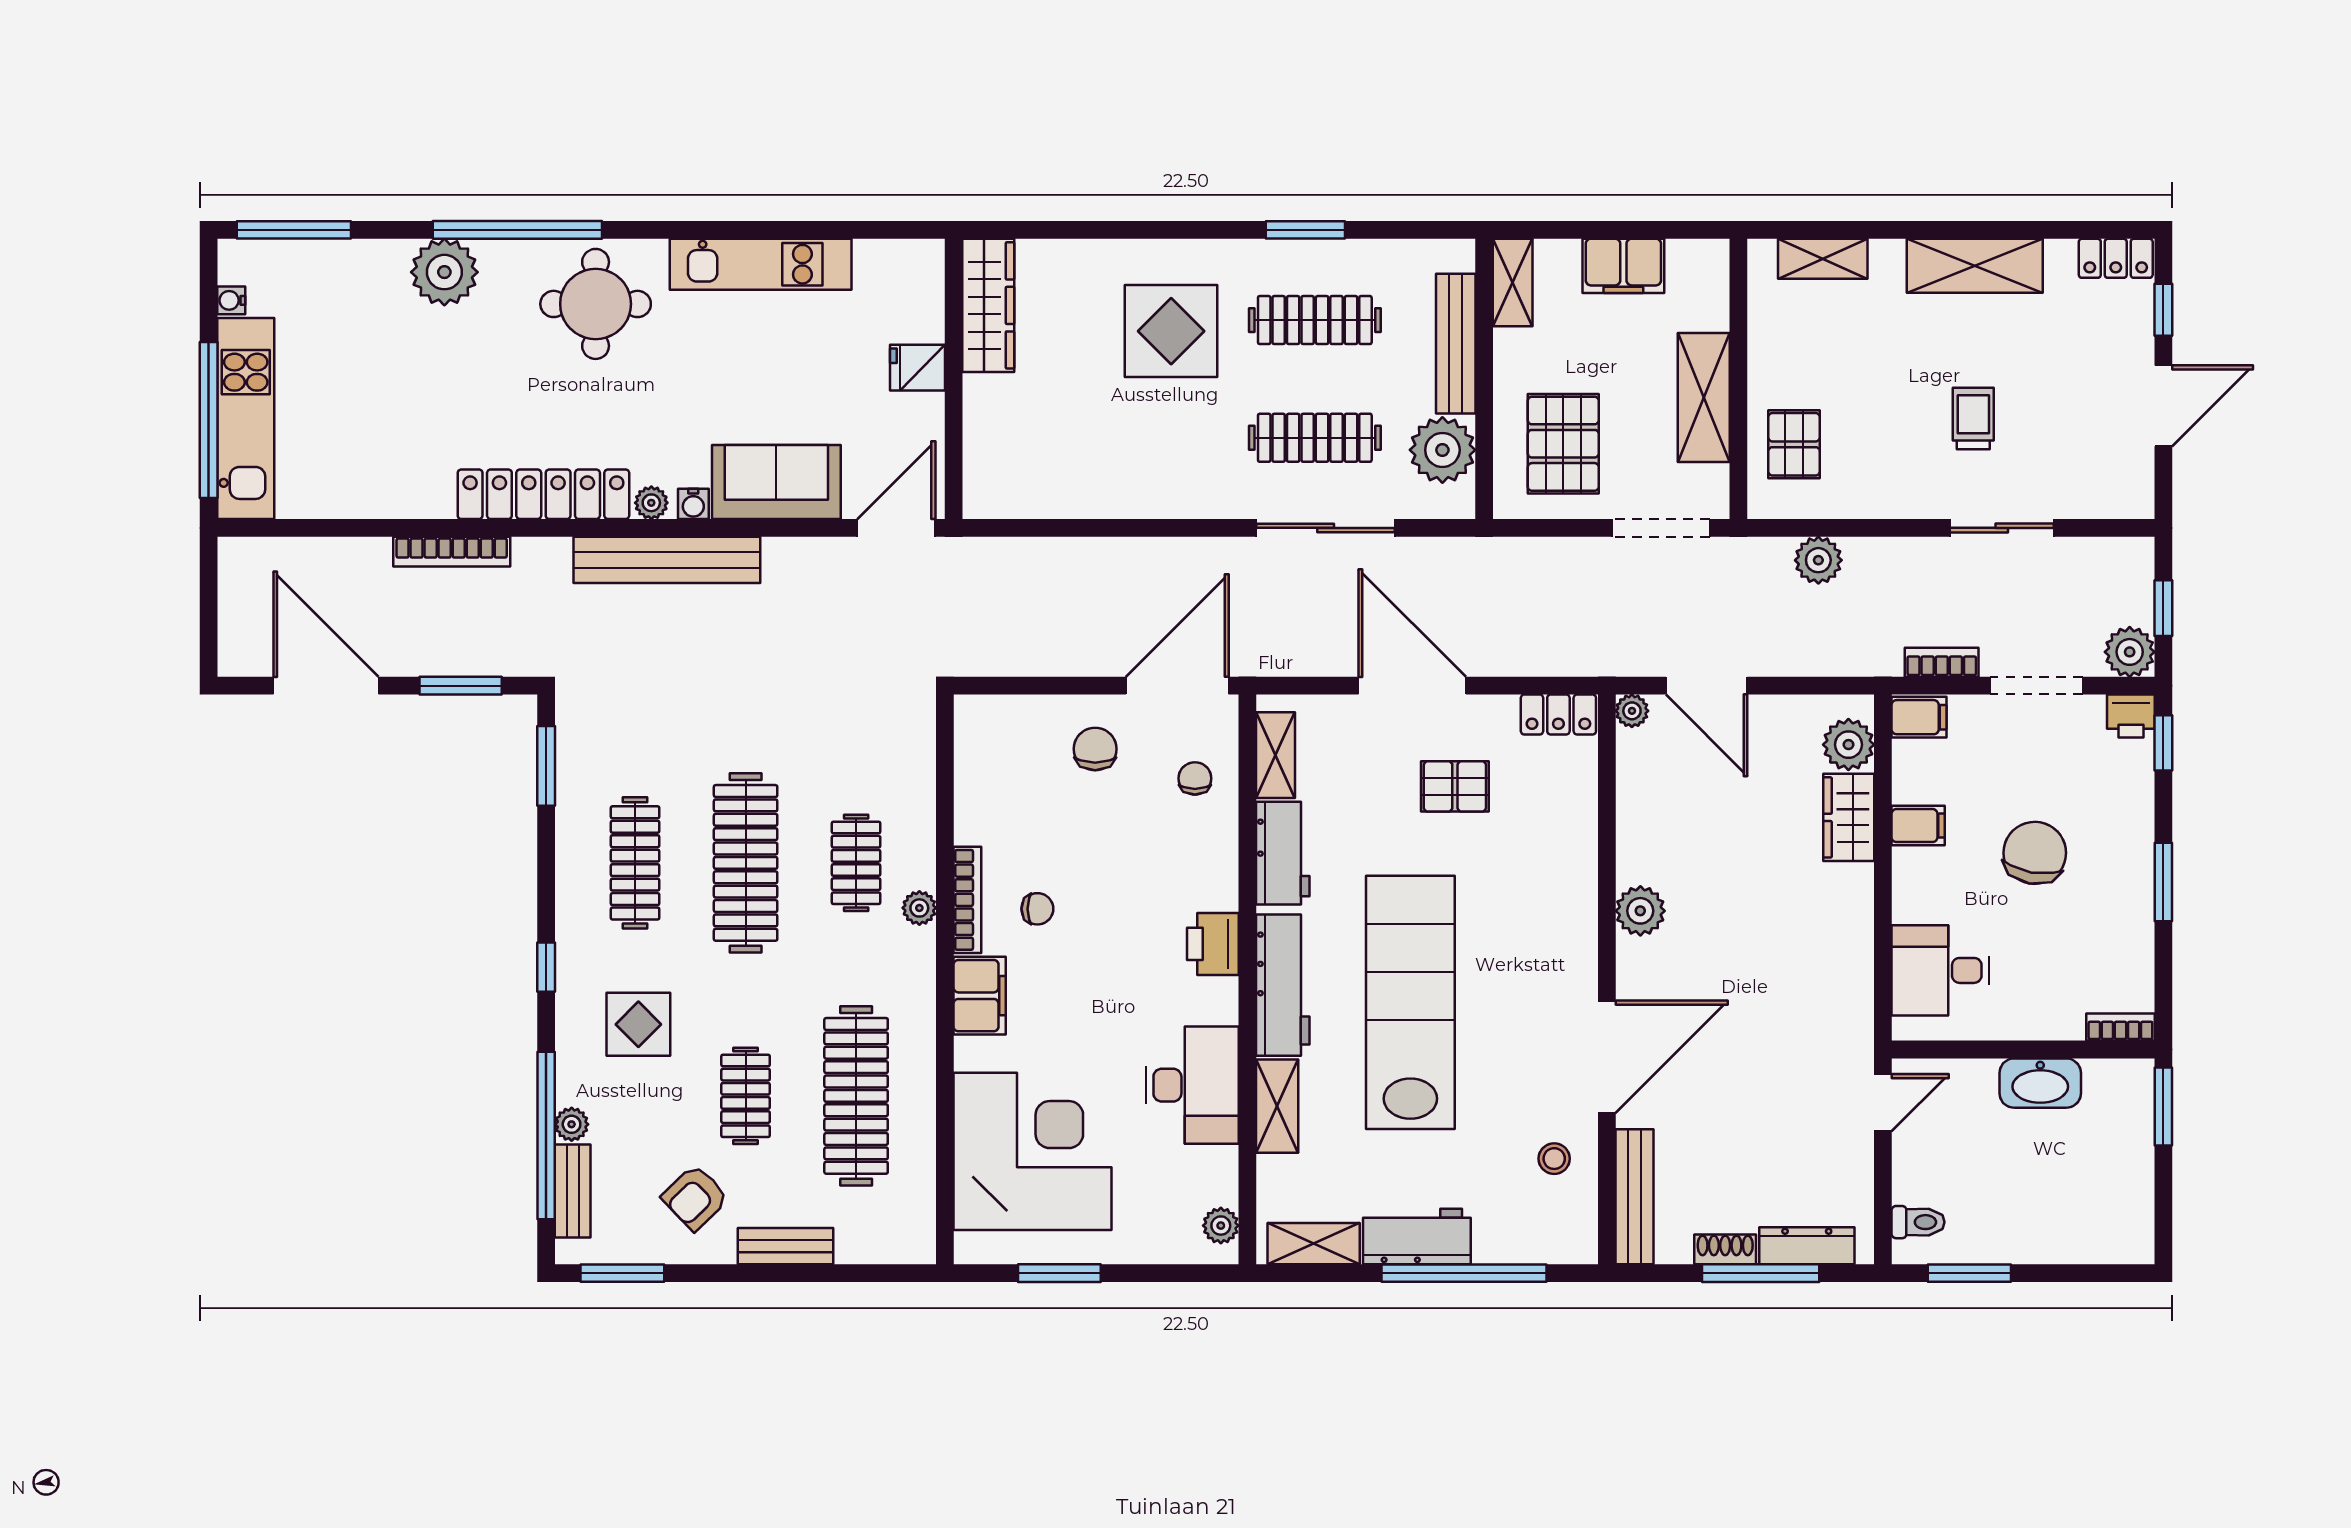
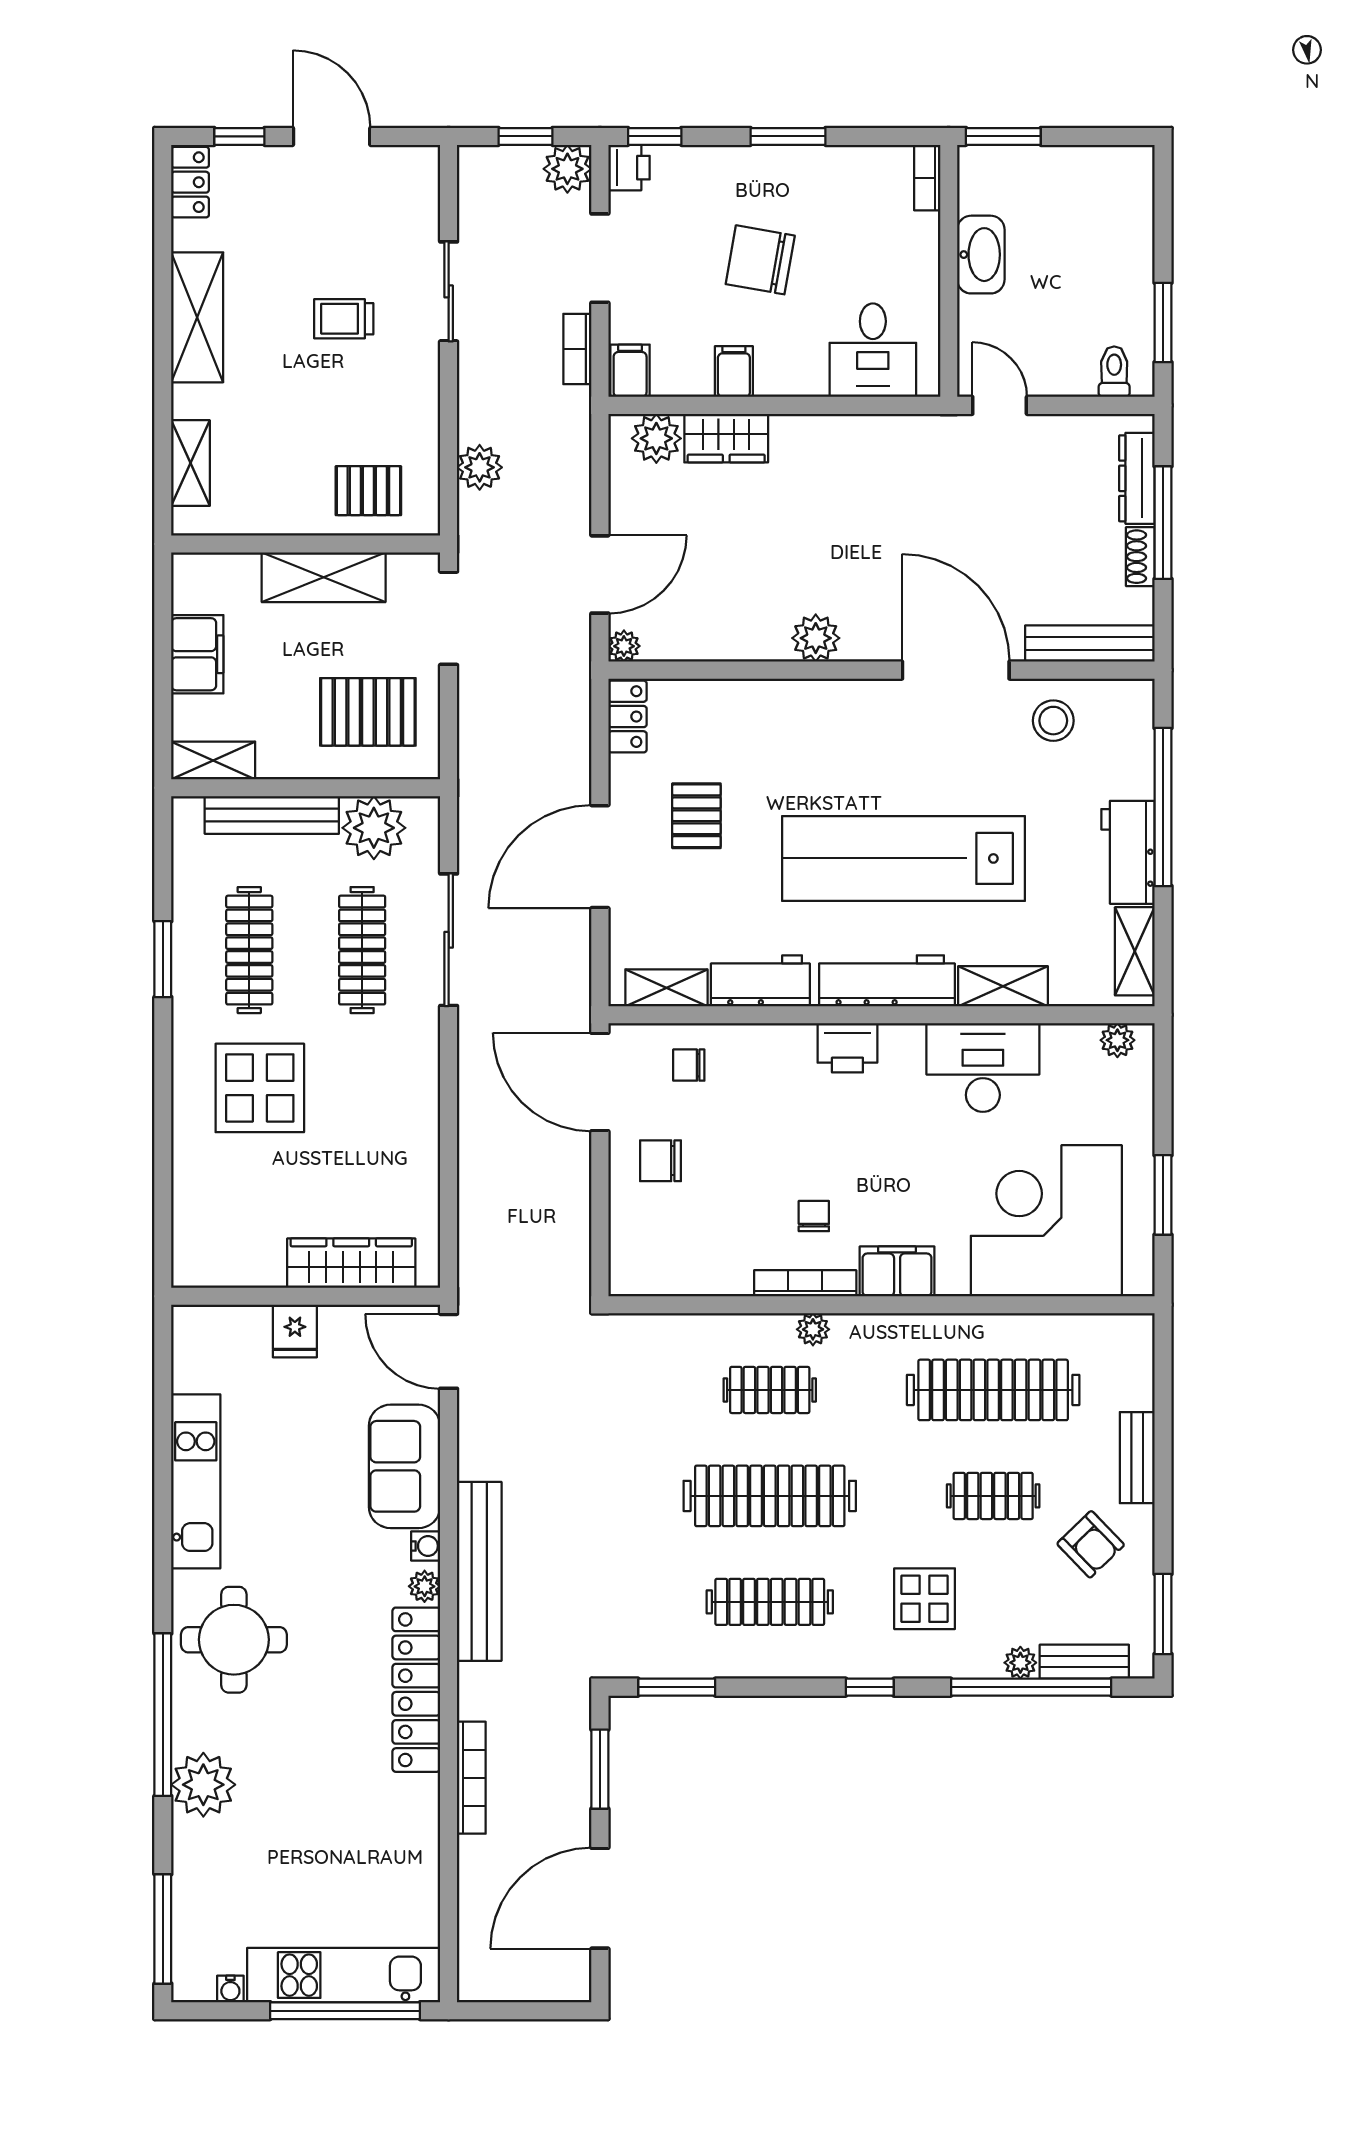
wardrobe: (988, 305) -> (351, 1263), moved
stool: (1554, 1159) -> (1053, 721), width x1.37, depth x1.37

